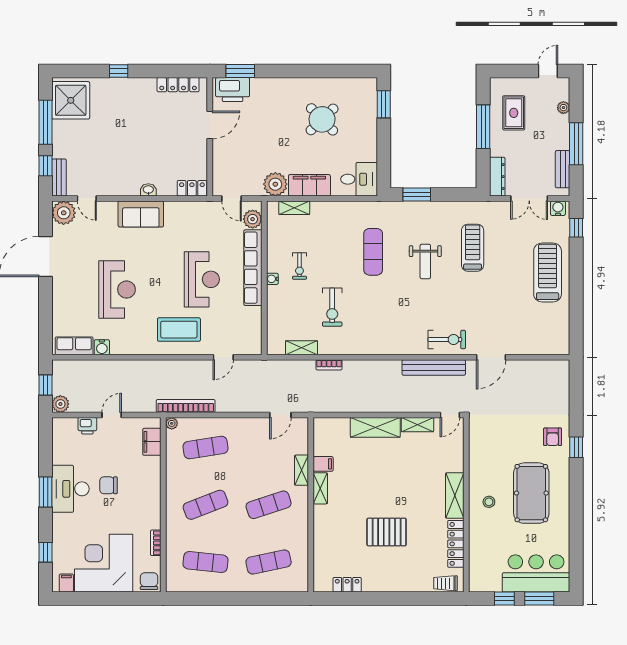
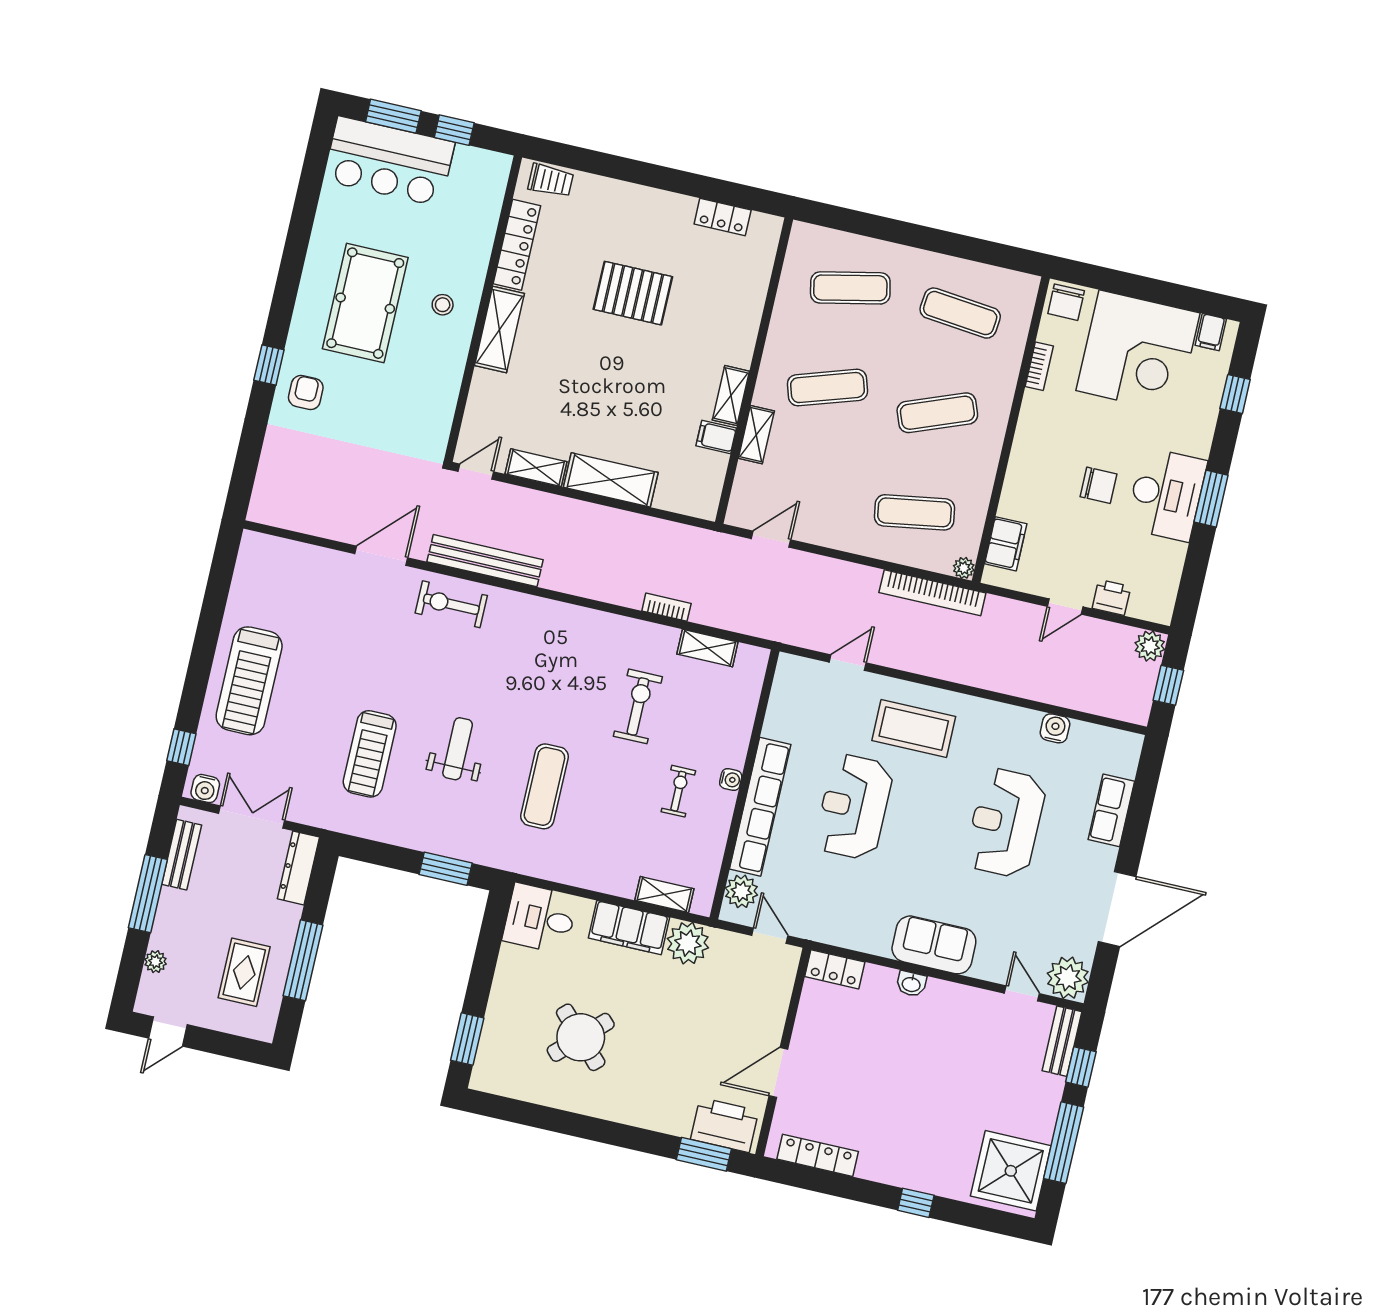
row of seats: (74, 346) -> (1111, 810), moved, turned 90

